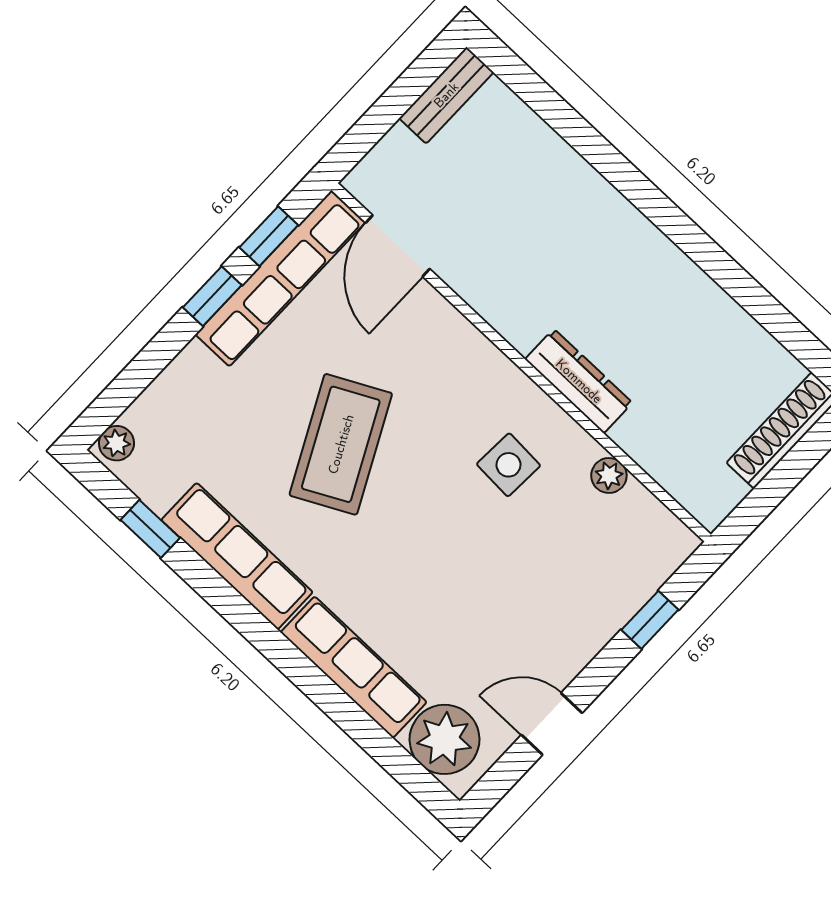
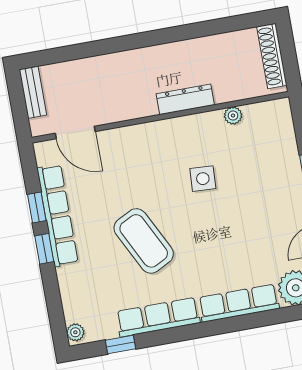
door: (398, 246) -> (75, 132), moved
wall: (521, 362) -> (160, 117), moved
dresser: (579, 381) -> (185, 99), moved
plant: (609, 476) -> (233, 116), moved

